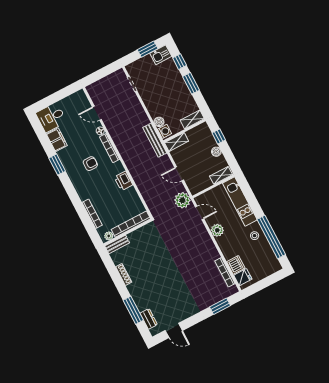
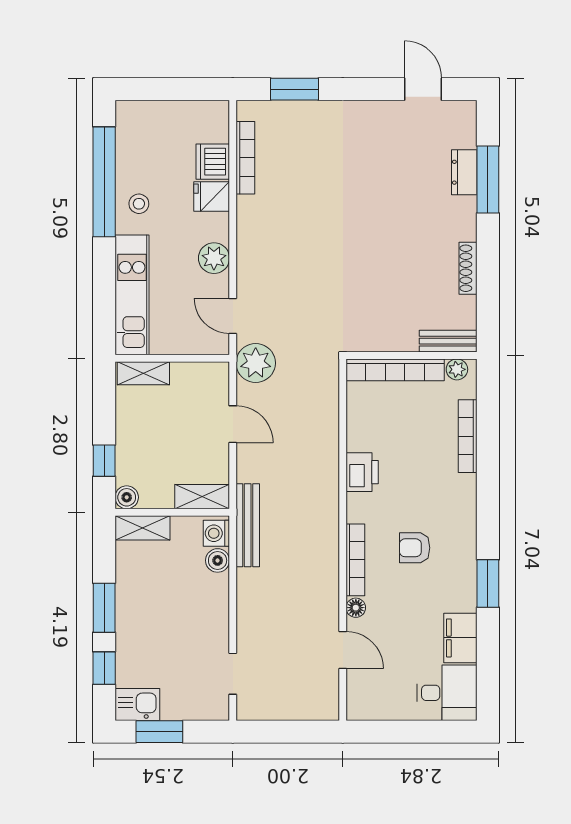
boiler: (216, 152) -> (127, 497), moved
fridge: (243, 277) -> (212, 196), moved
dresser: (149, 319) -> (464, 172), moved

